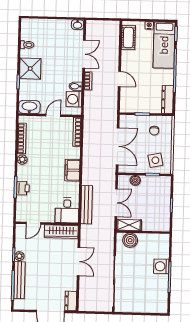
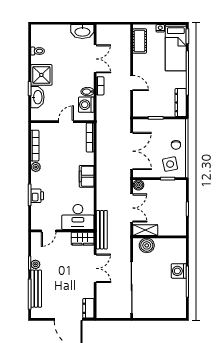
washbasin: (78, 25) -> (82, 31), width x1.91, depth x1.45
washbasin: (29, 107) -> (37, 97), moved, turned 90
chair: (154, 131) -> (176, 145), moved
boiler: (135, 180) -> (138, 185), moved
bench: (87, 205) -> (102, 230), moved
desk: (67, 210) -> (78, 217), width x1.37
wardrobe: (61, 232) -> (83, 239), width x0.67

